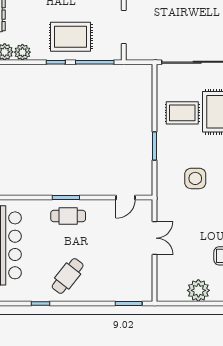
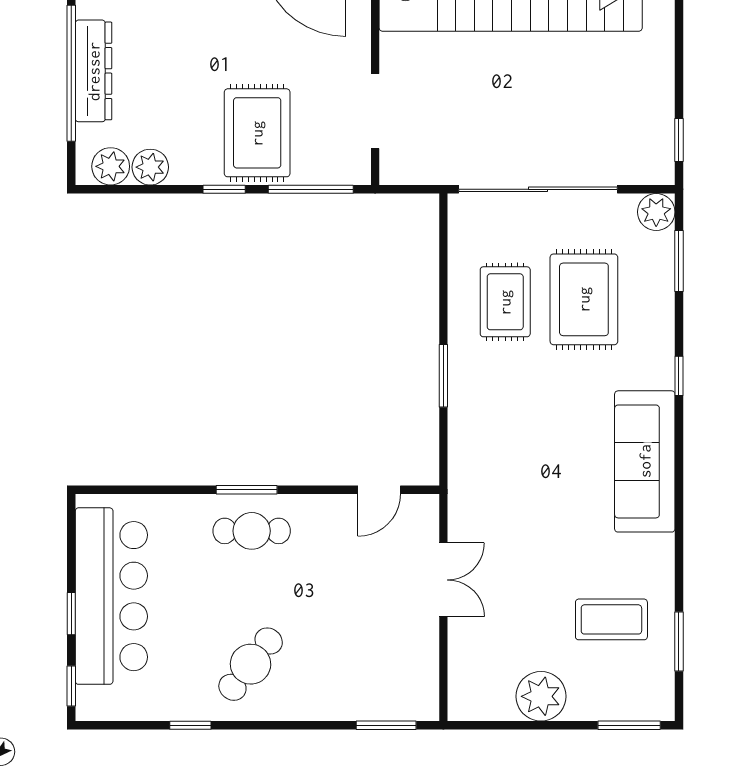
rug: (71, 37) -> (257, 133), turned 90
rug: (182, 113) -> (505, 302), turned 90
side table: (195, 178) -> (534, 447), removed

